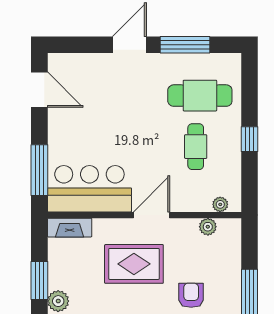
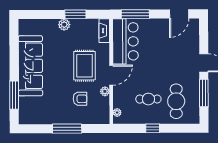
door: (152, 215) -> (111, 75), hinge flipped
plant: (208, 227) -> (105, 91), moved
armchair: (191, 295) -> (80, 99), moved

